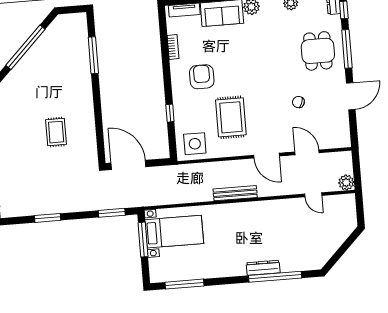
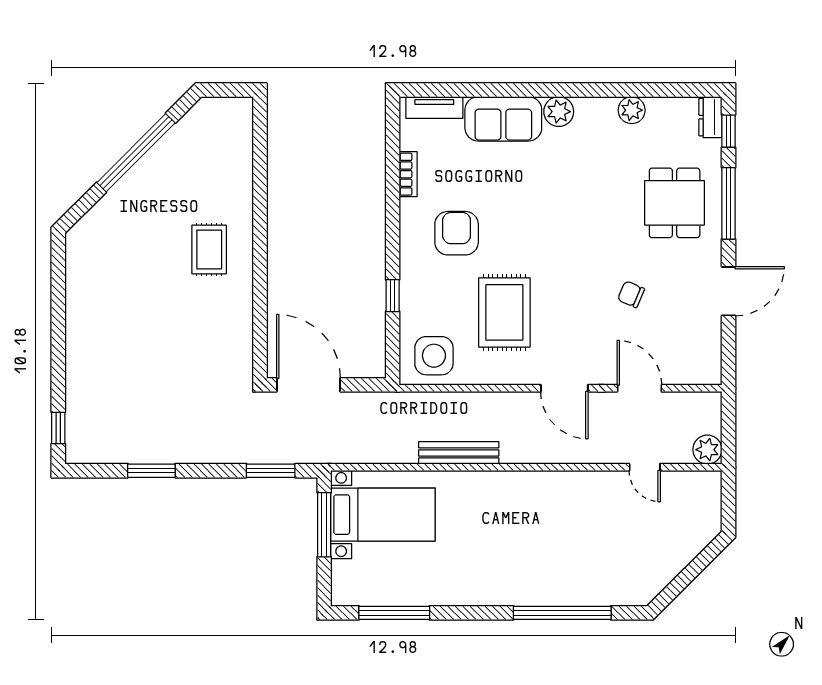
window: (93, 55) -> (260, 177), removed
rug: (56, 132) -> (209, 249), moved
bench: (235, 193) -> (459, 453), moved
dresser: (263, 268) -> (542, 594), removed

